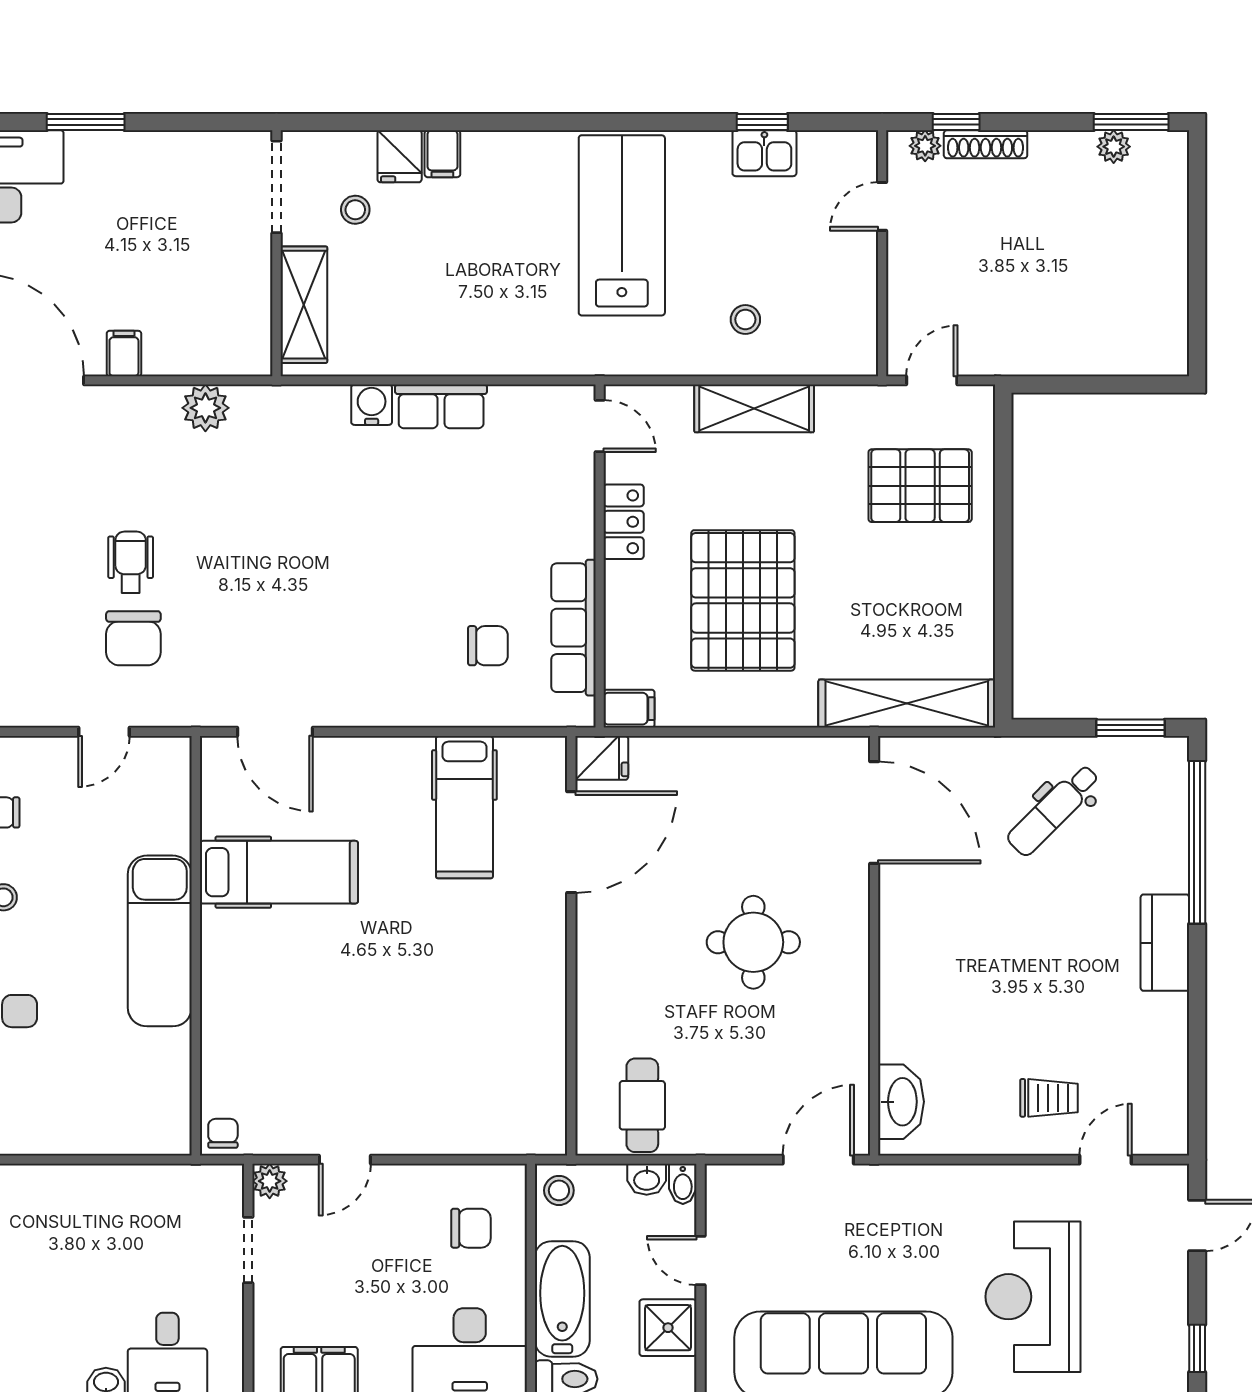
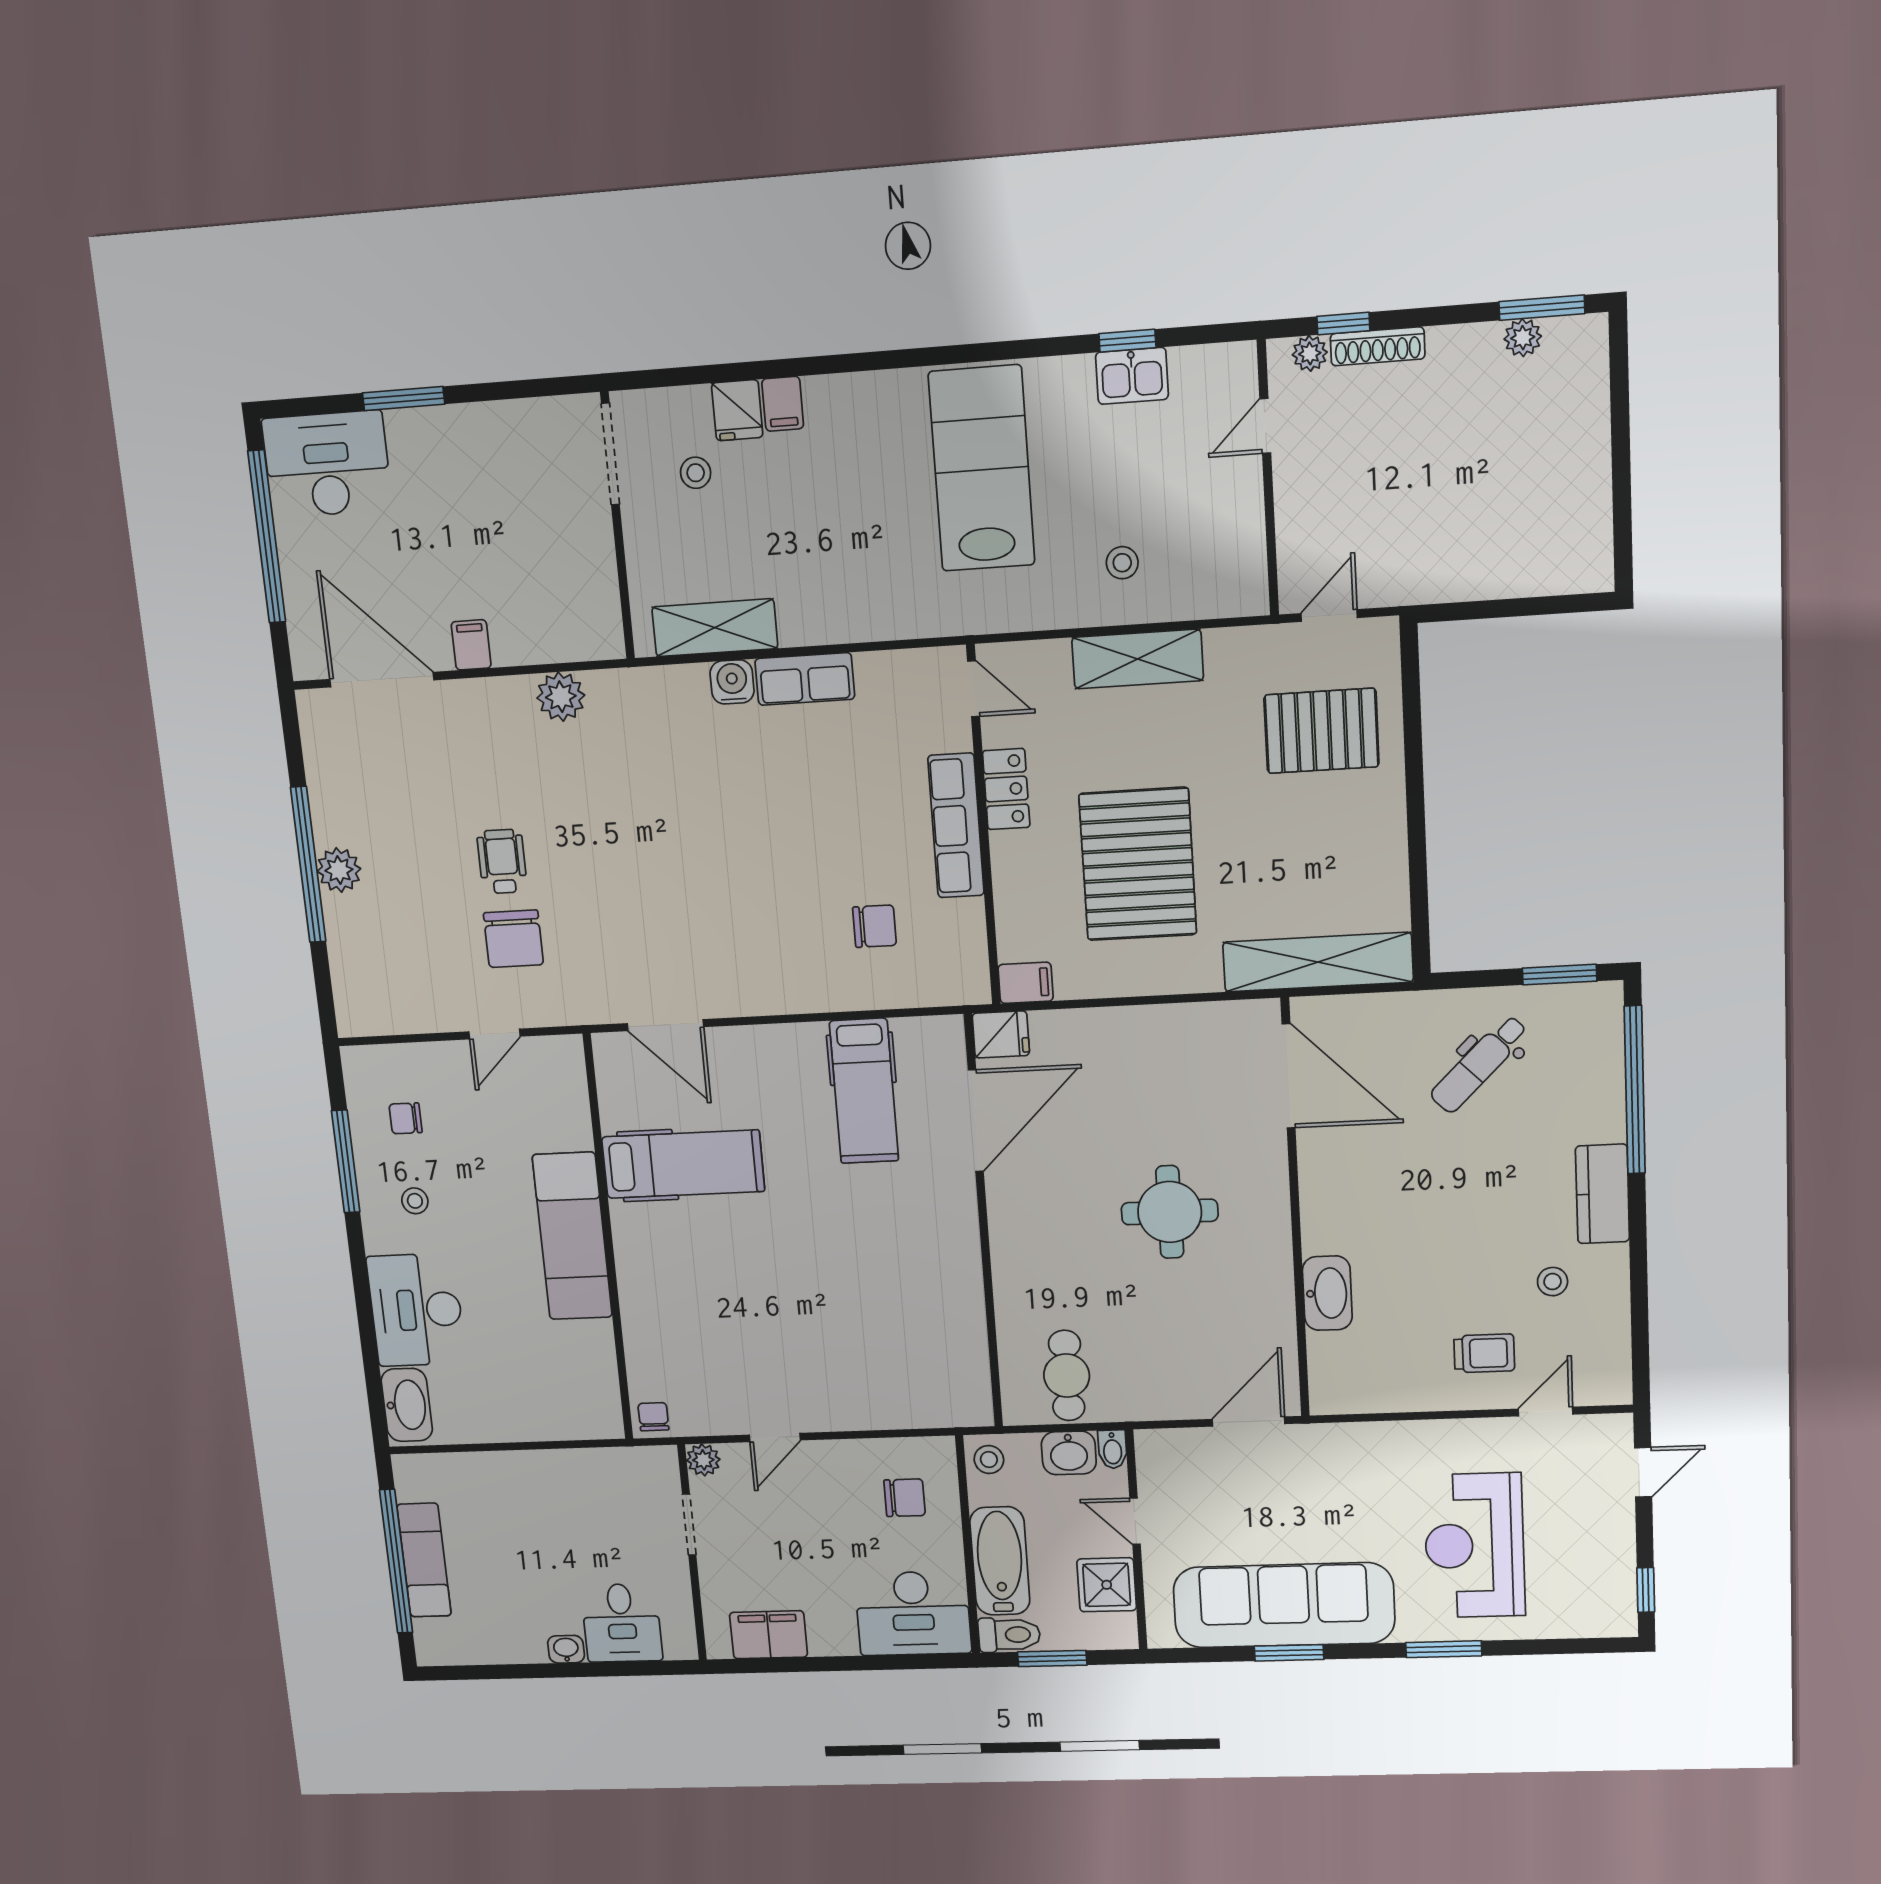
shelving: (304, 305) -> (715, 628), moved, turned 90
row of seats: (573, 628) -> (956, 826), moved
stool: (1116, 1028) -> (1553, 1282), added
washbasin: (901, 1102) -> (1327, 1293), moved
washbasin: (647, 1179) -> (1069, 1453), width x1.38, depth x1.45

